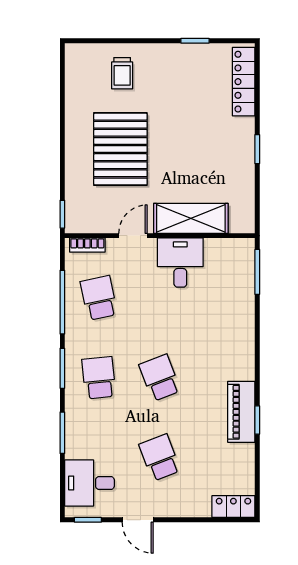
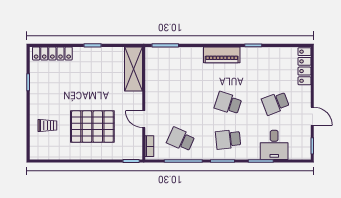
shelving: (191, 218) -> (134, 69), moved
desk: (180, 263) -> (160, 91), removed
school desk: (99, 298) -> (181, 139), turned 36
school desk: (160, 378) -> (228, 103), turned 39
piano: (241, 412) -> (222, 55), moved
desk: (90, 483) -> (274, 145), moved
locker: (233, 507) -> (305, 66), width x1.53
door: (138, 520) -> (312, 116), hinge flipped

